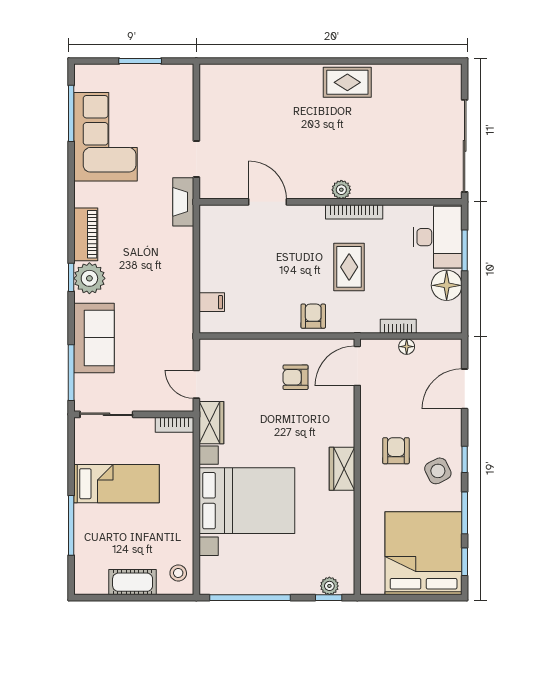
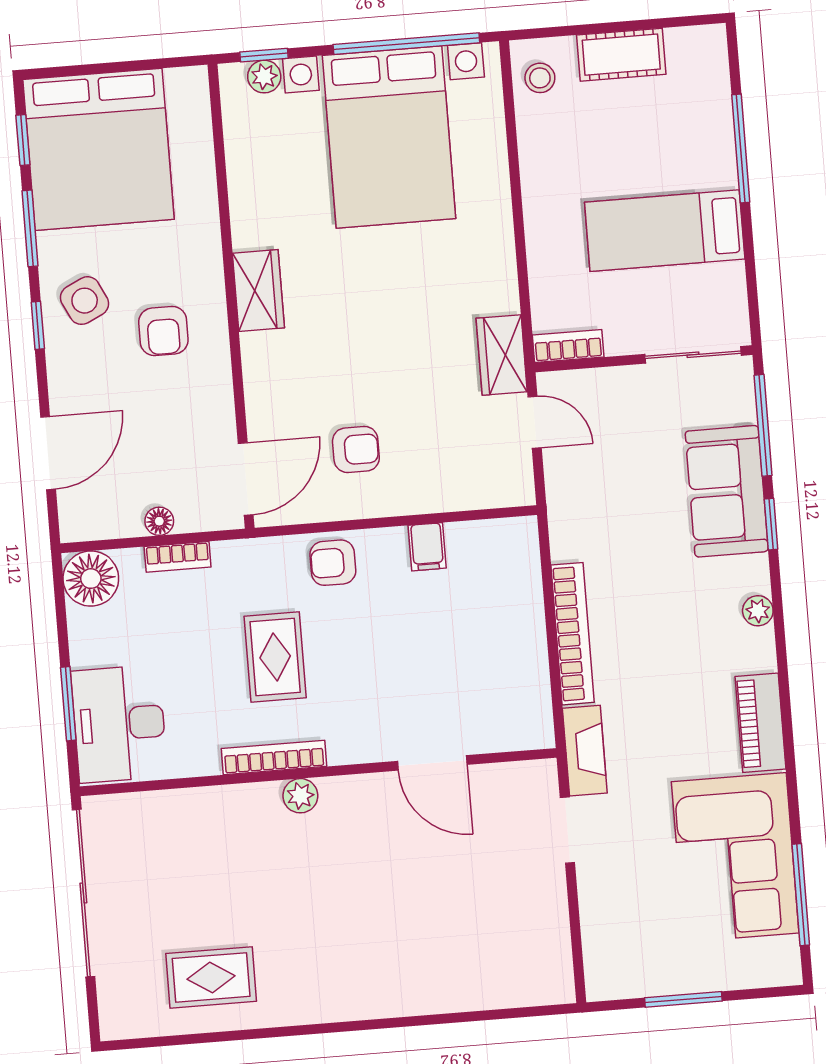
rug: (347, 82) -> (211, 977), moved
piano: (86, 234) -> (760, 723), moved
bookcase: (185, 267) -> (572, 634), added
window: (71, 277) -> (771, 524), moved
plant: (89, 278) -> (758, 611), width x0.53, depth x0.53
floor lamp: (447, 285) -> (91, 579), moved
filing cabinet: (212, 302) -> (427, 547), moved, turned -90
armchair: (313, 316) -> (333, 563), turned 90
bed with nightstands: (247, 501) -> (389, 137), moved, turned -90

